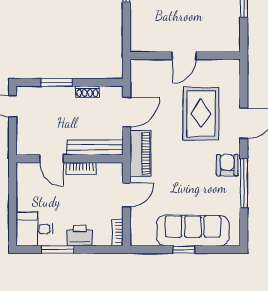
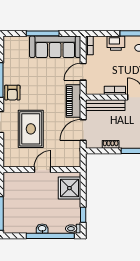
shower: (146, 29) -> (69, 188), added
sofa: (193, 231) -> (55, 47), moved
window: (184, 249) -> (43, 33), width x2.17

